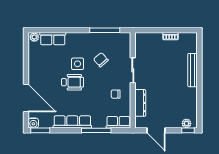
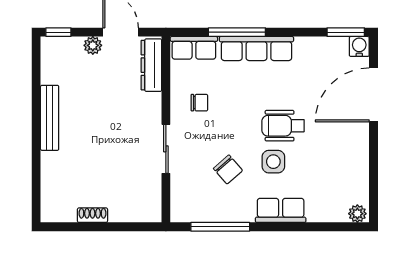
row of seats: (53, 39) -> (281, 210), moved
bench: (193, 70) -> (50, 118), moved
door: (26, 98) -> (374, 95), hinge flipped
dresser: (140, 103) -> (151, 65), moved
row of seats: (72, 122) -> (256, 49), moved
plant: (186, 123) -> (93, 45), moved

